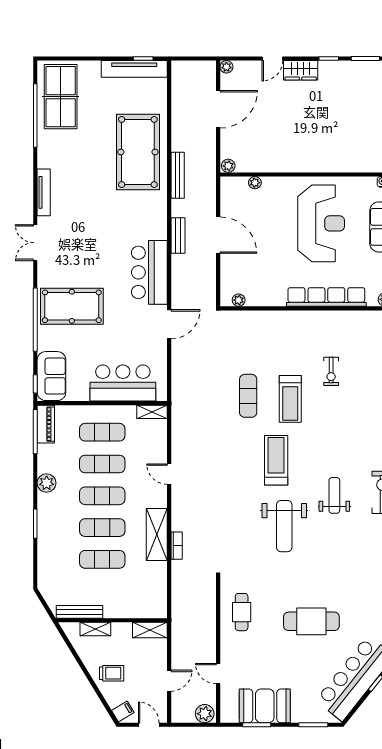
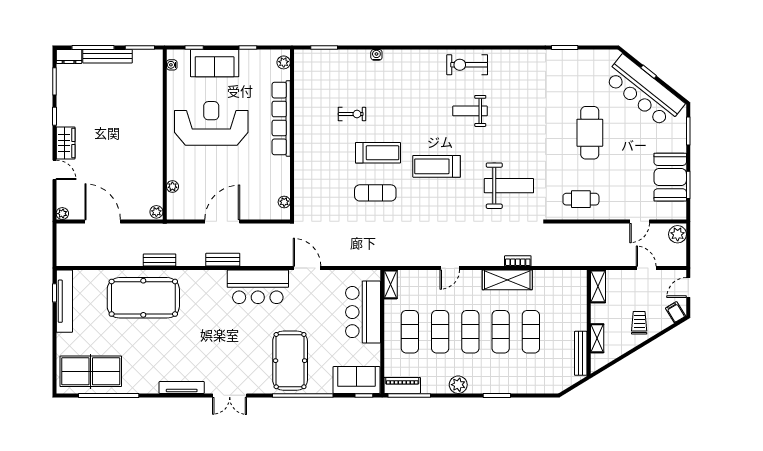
bench: (178, 175) -> (160, 260), width x0.73
weight bench: (284, 526) -> (509, 186), moved

